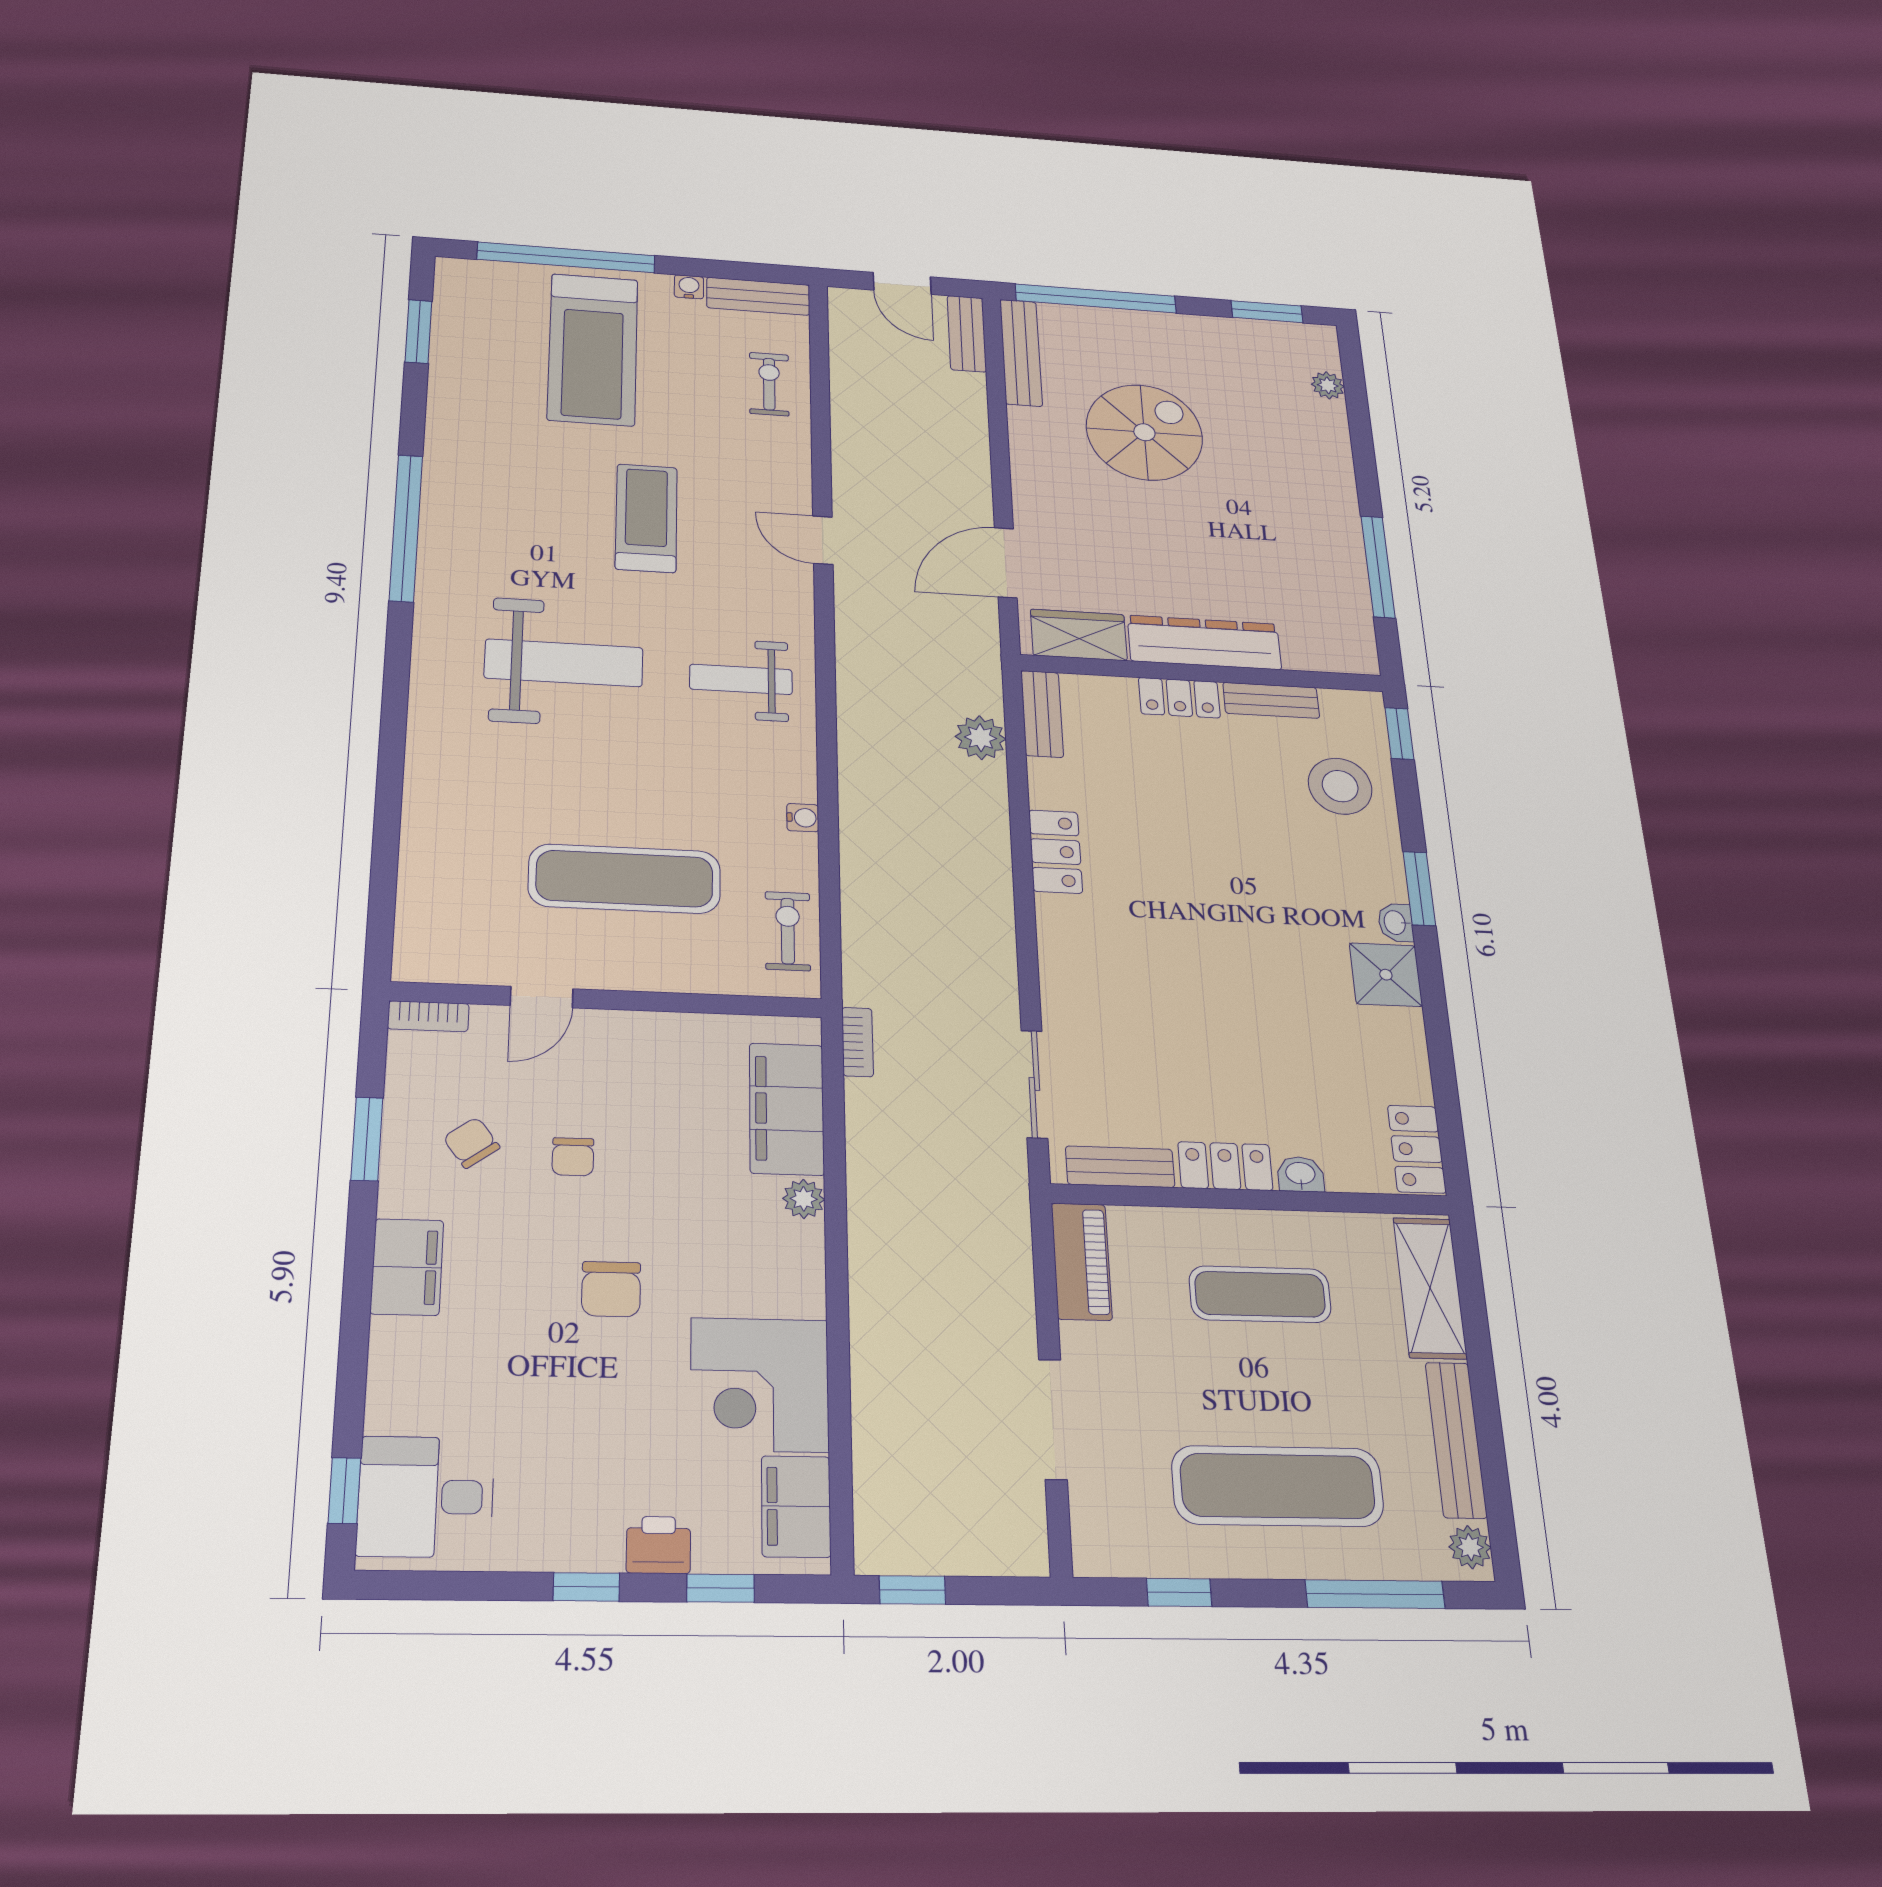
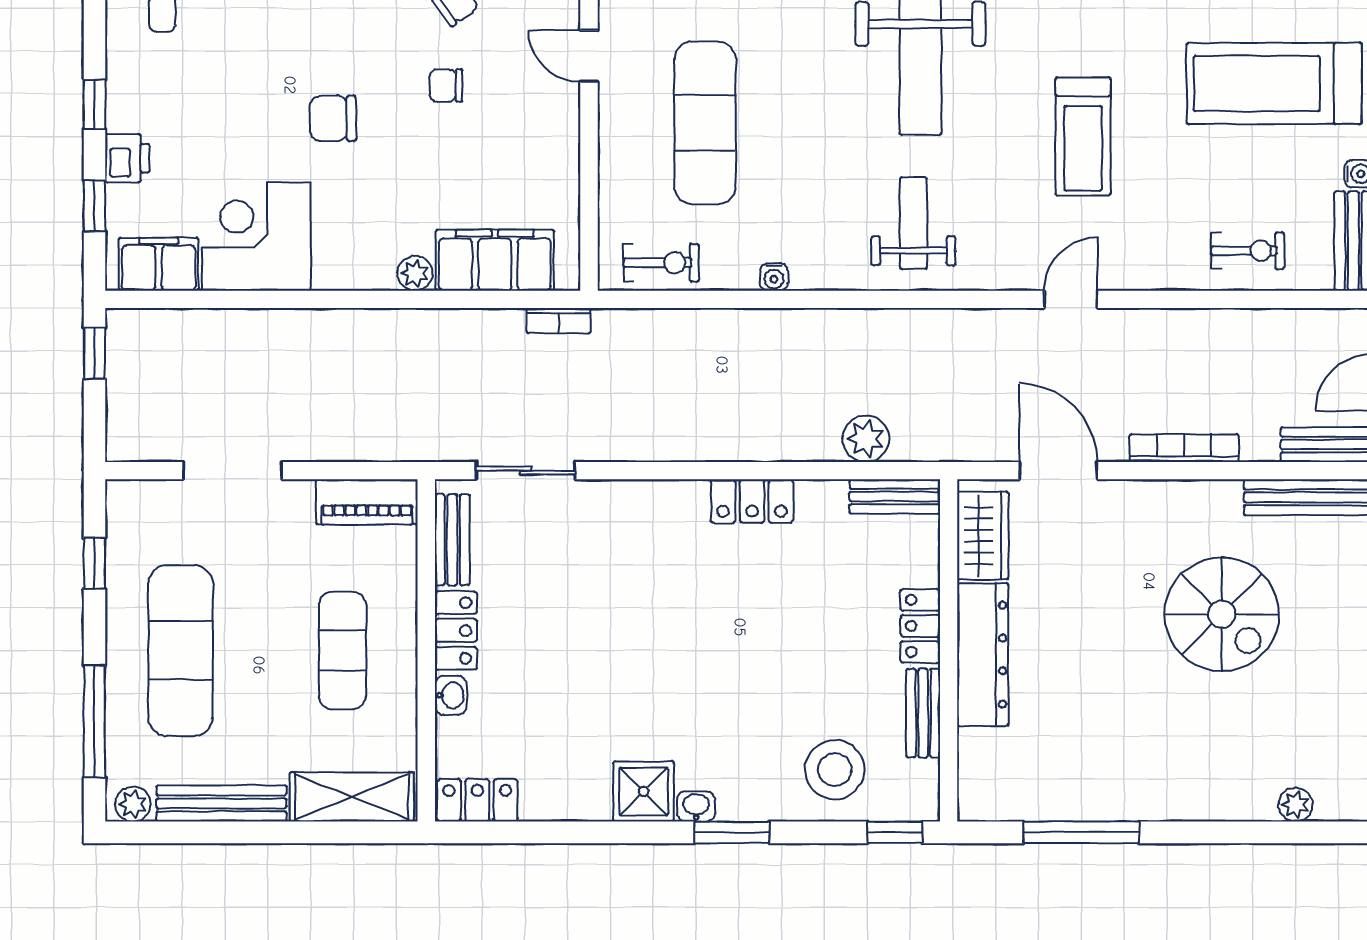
bookcase: (976, 452) -> (1184, 448), added
treadmill: (646, 518) -> (1083, 136), turned 90

